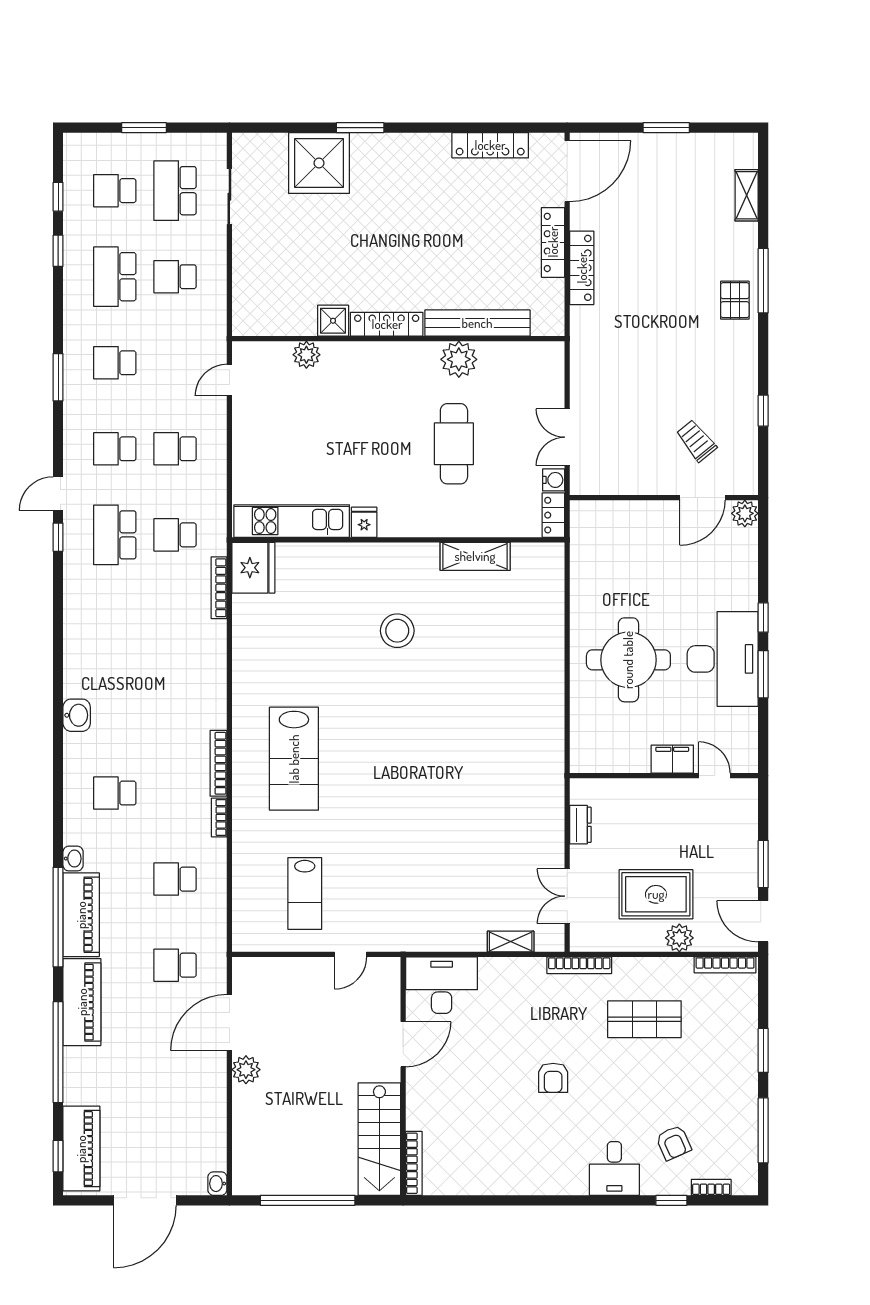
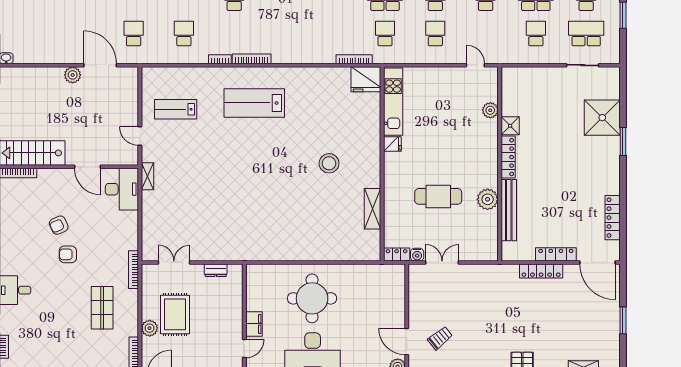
shelving: (511, 942) -> (147, 176), moved
armchair: (674, 1143) -> (59, 225), moved

